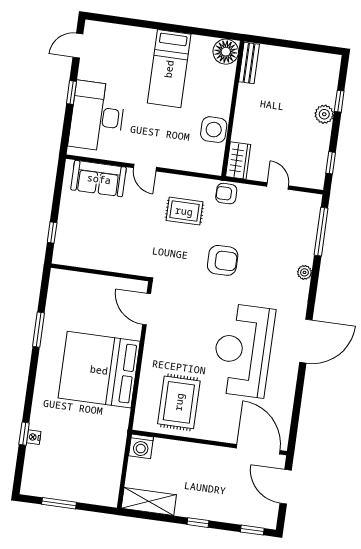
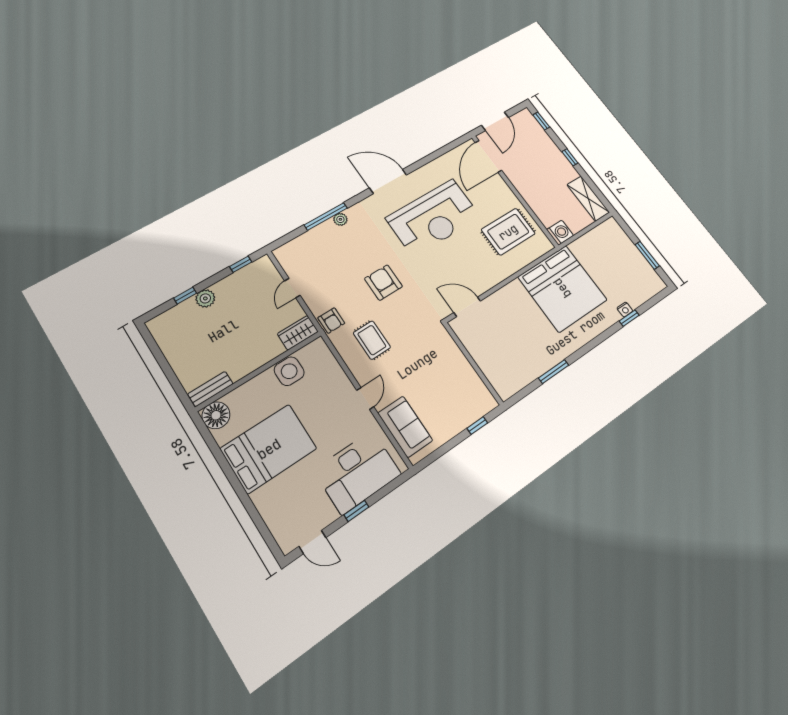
bed: (169, 69) -> (269, 449), width x1.50
window: (321, 232) -> (326, 217), moved
door: (147, 309) -> (467, 307), swing flipped
bed: (99, 370) -> (562, 288), moved

